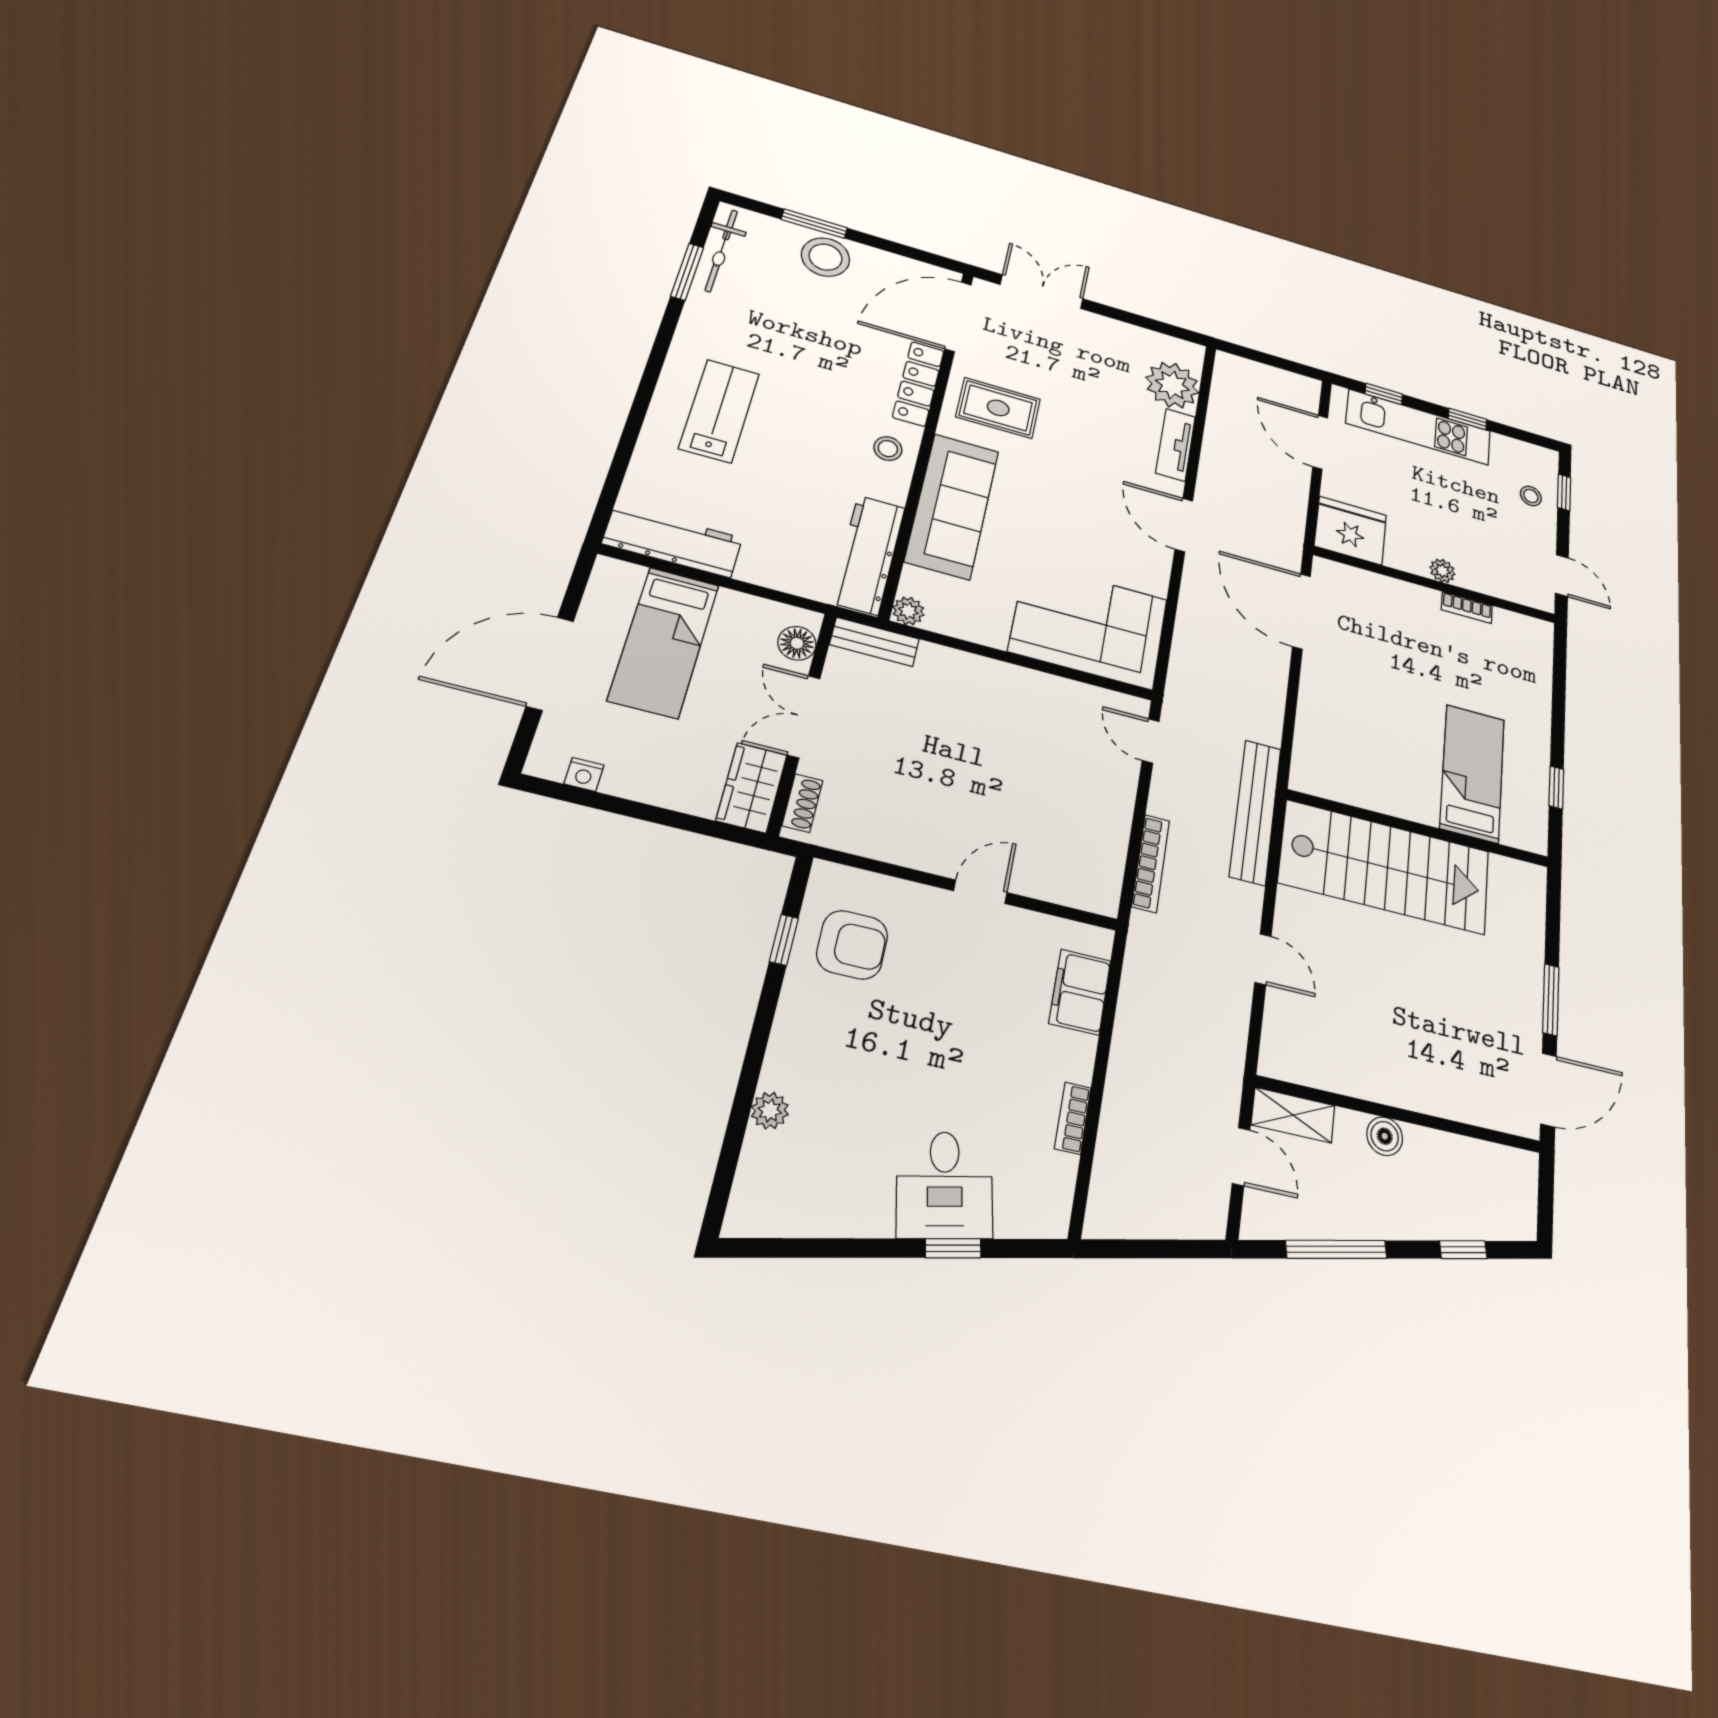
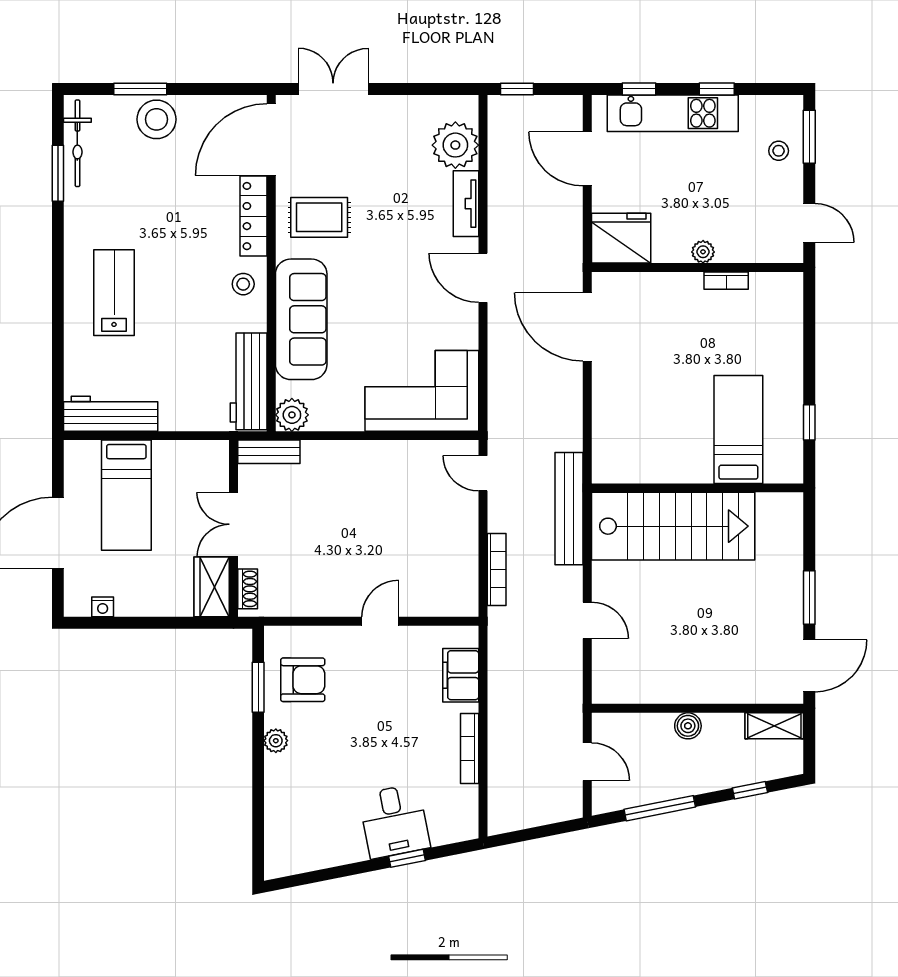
window: (1250, 354) -> (517, 89), added
window: (1564, 492) -> (809, 137), width x1.50
plant: (908, 611) -> (292, 415), width x1.38, depth x1.38
floor lamp: (797, 643) -> (216, 469), removed
window: (784, 940) -> (258, 687), width x1.50
plant: (770, 1111) -> (276, 741), moved
shelving: (1293, 1115) -> (774, 726), moved
bookcase: (1073, 1118) -> (470, 749), width x1.56

